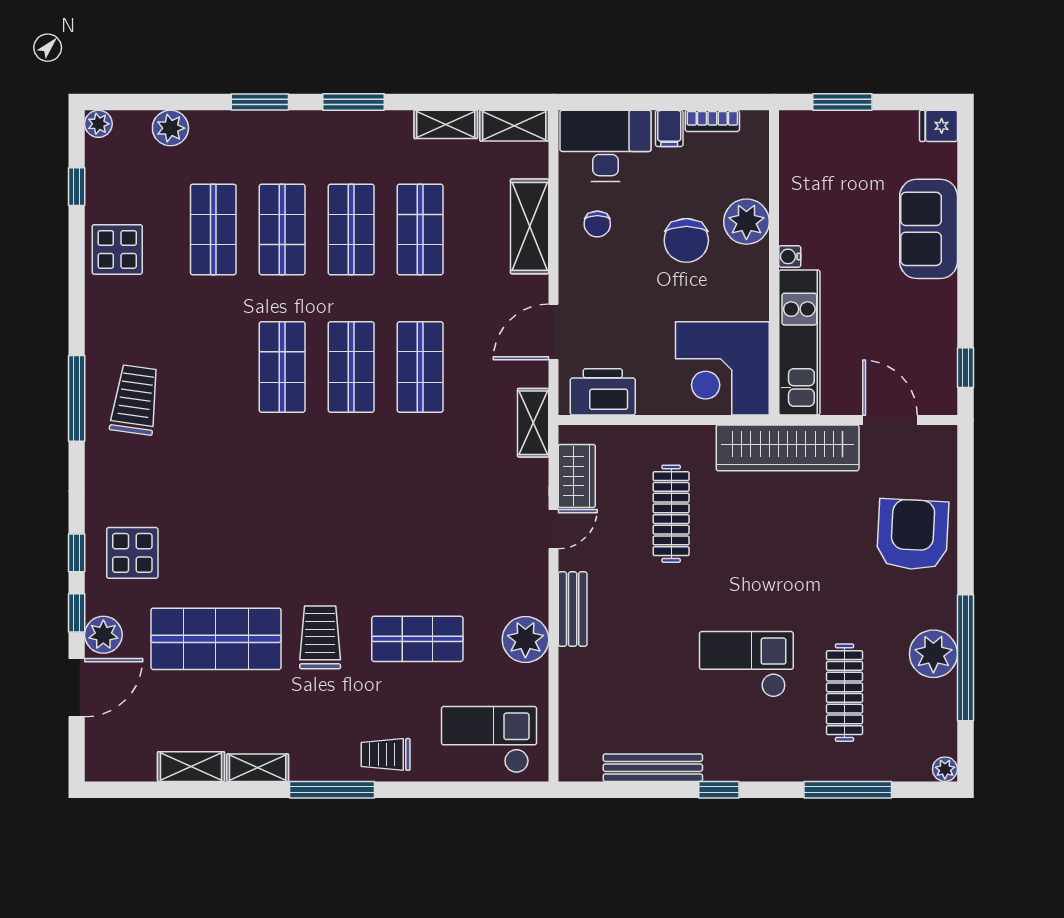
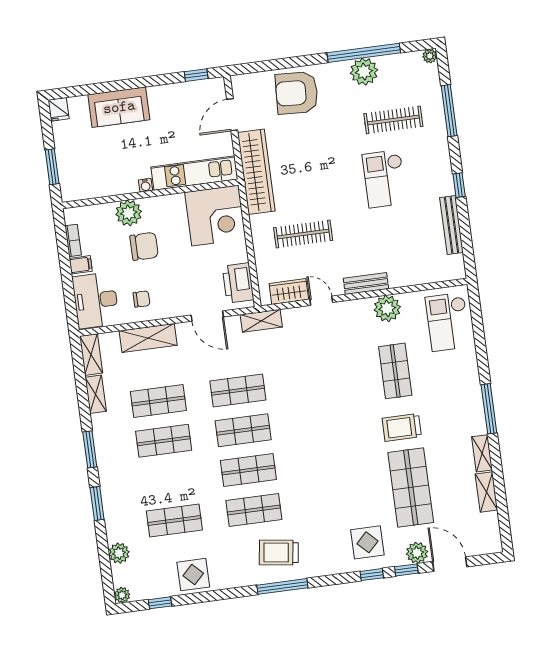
shop shelf: (282, 229) -> (254, 510), moved
trolley: (386, 754) -> (464, 380), removed

